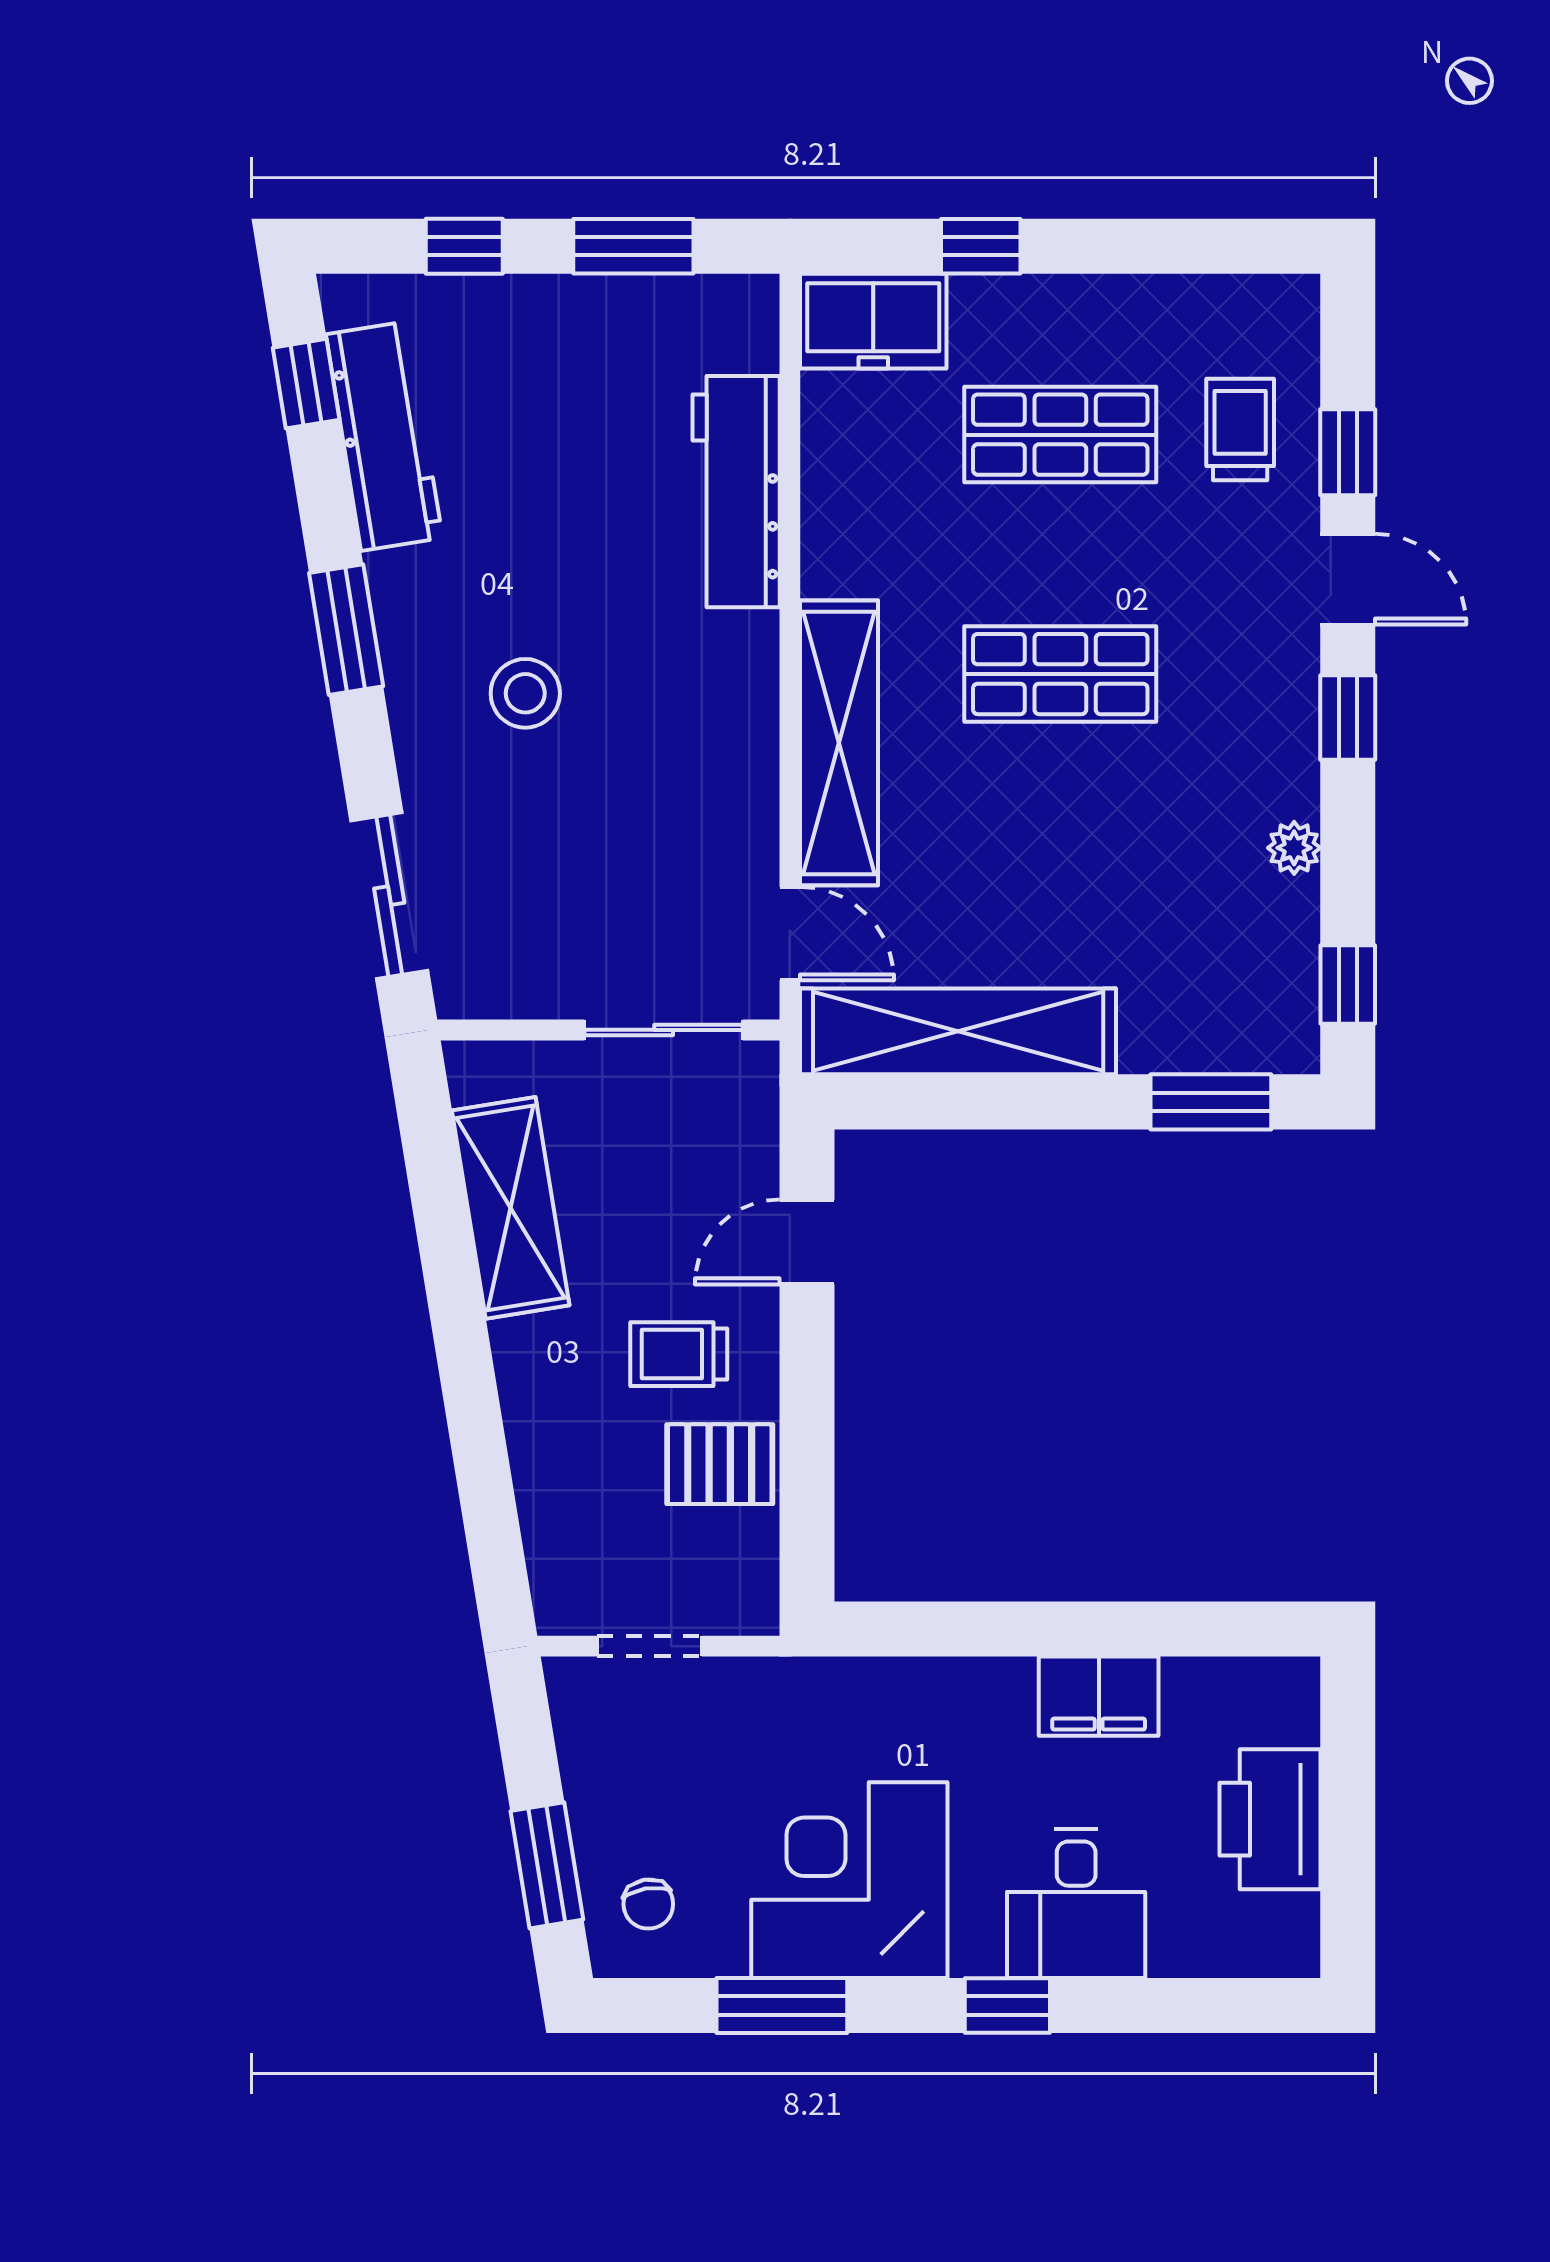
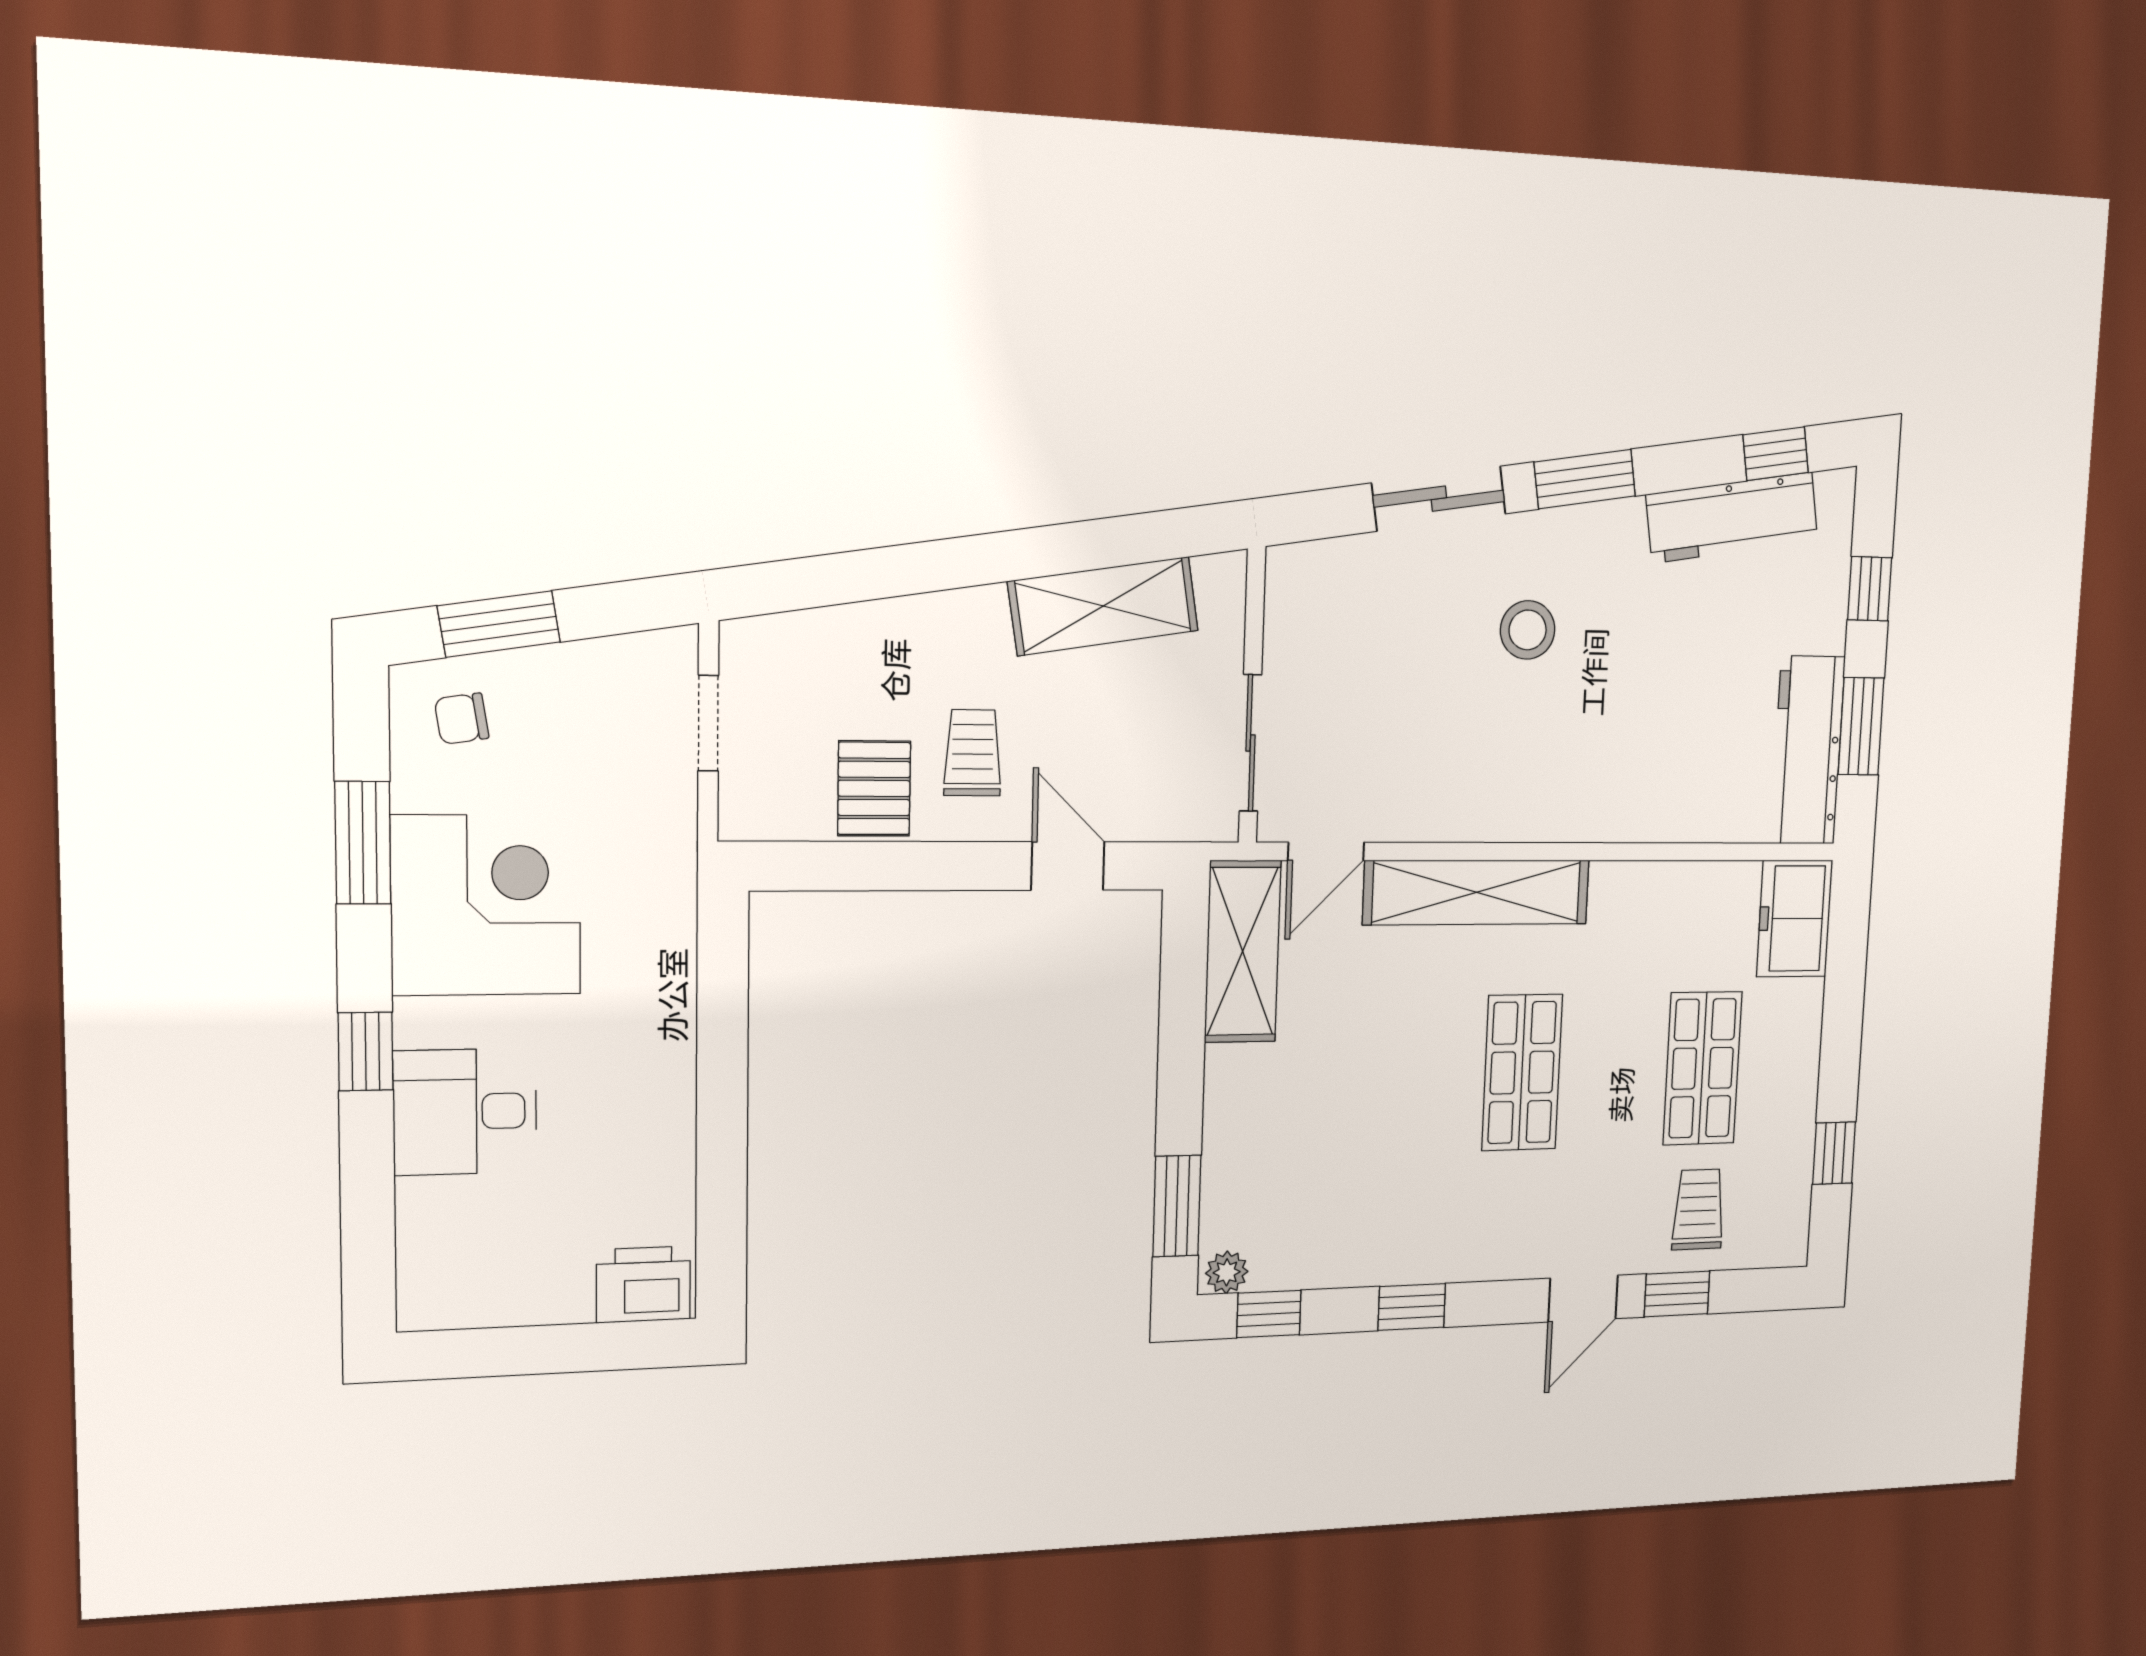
window: (981, 246) -> (1834, 1153), moved
trolley: (1240, 429) -> (1698, 1209), turned -90
workbench: (736, 492) -> (1808, 750), moved, turned -90
window: (1348, 717) -> (1412, 1307), moved
plant: (1294, 848) -> (1227, 1272), moved
sliding door: (389, 896) -> (1439, 499), moved
shelving: (958, 1031) -> (1243, 951), width x0.68
filing cabinet: (1099, 1696) -> (660, 1127), removed
printer: (1270, 1819) -> (643, 1284), moved, width x0.73, depth x0.84

